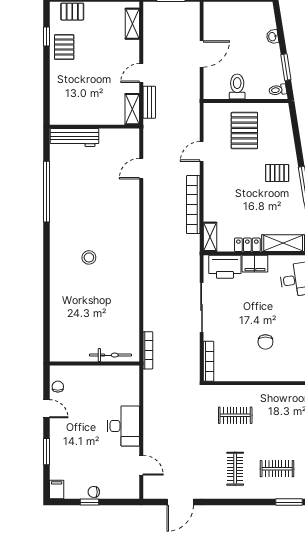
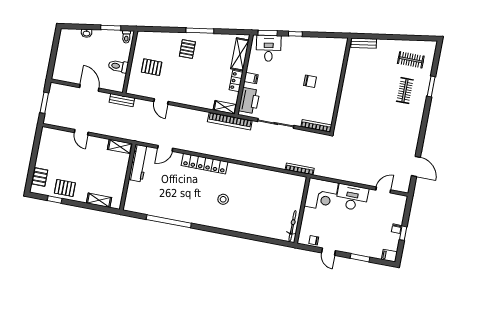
shelving: (132, 24) -> (99, 200), moved
door: (141, 73) -> (81, 132), moved
bench: (149, 102) -> (122, 100), moved
pallet: (244, 131) -> (152, 67), width x0.67, depth x0.71
workbench: (74, 138) -> (139, 163), moved
door: (141, 169) -> (165, 148), hinge flipped
bookcase: (193, 205) -> (230, 121), moved
locker: (131, 224) -> (204, 164), added
filing cabinet: (255, 264) -> (251, 78), width x0.50
bicycle: (111, 355) -> (292, 226), moved
corner desk: (120, 385) -> (321, 194), added
door: (46, 409) -> (328, 252), swing flipped
clothes rail: (235, 415) -> (360, 114), removed
clothes rail: (235, 469) -> (399, 121), removed

